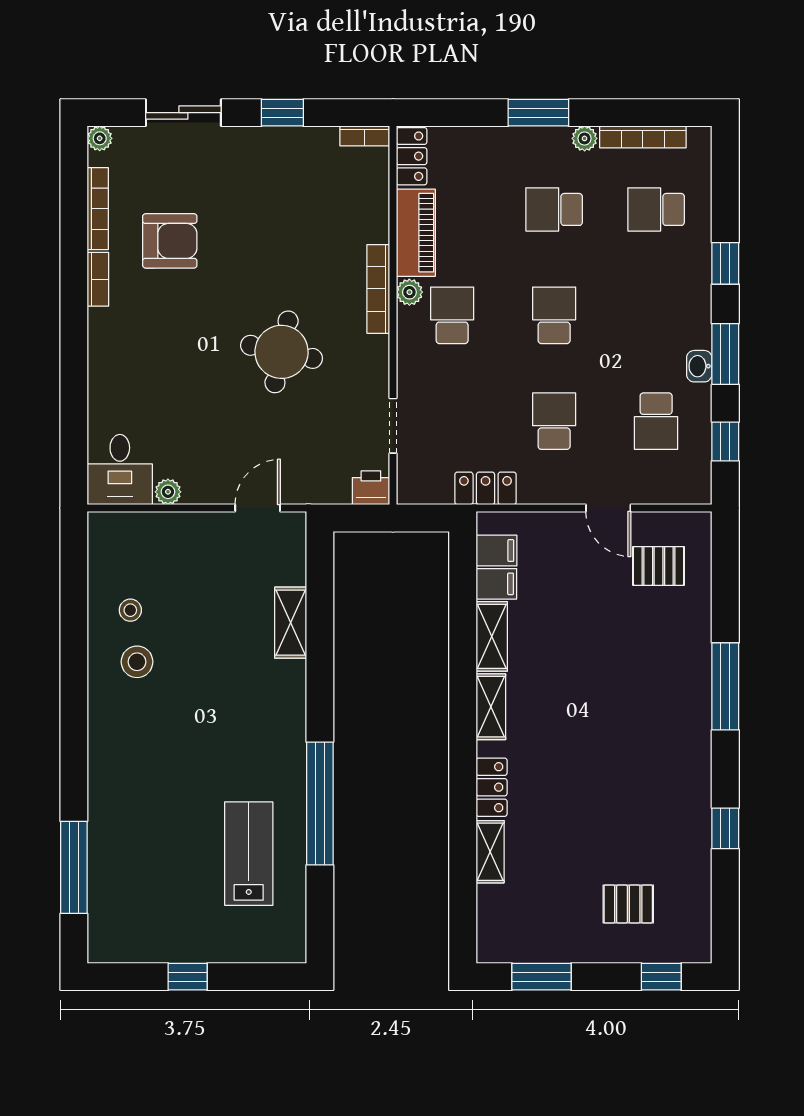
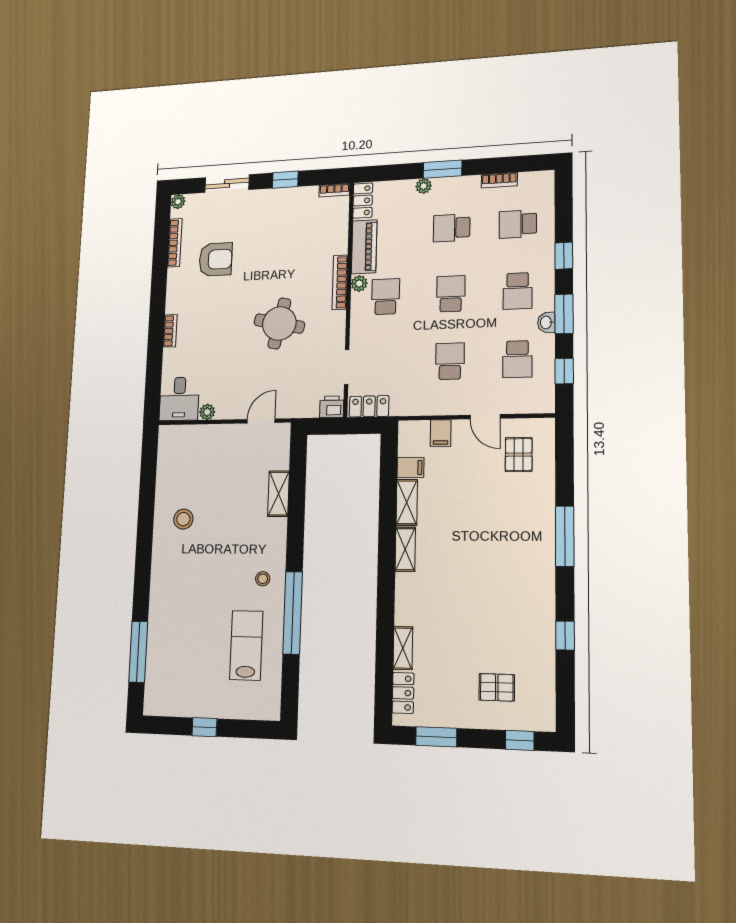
bookcase: (643, 137) -> (499, 180), width x0.64
plant: (585, 138) -> (424, 186), moved
bookcase: (98, 279) -> (170, 331), moved
school desk: (656, 315) -> (518, 291), added
locker: (486, 488) -> (369, 406), moved
filing cabinet: (496, 551) -> (441, 433), moved, turned 90
pallet: (659, 566) -> (519, 455), turned 90
stool: (130, 610) -> (263, 579), moved
locker: (492, 787) -> (403, 693), moved

